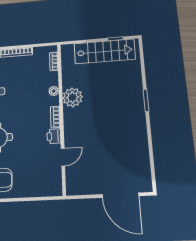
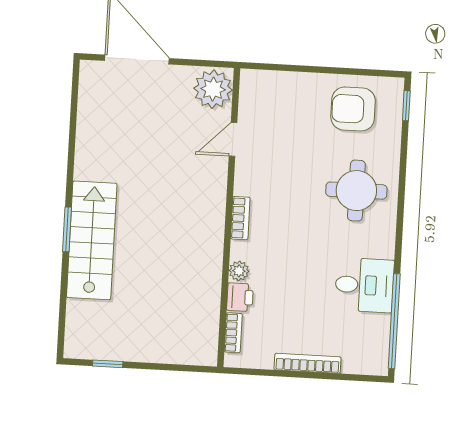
stairs: (105, 51) -> (92, 240), moved, turned 90
plant: (73, 97) -> (213, 89), moved
printer: (54, 136) -> (240, 297), moved

